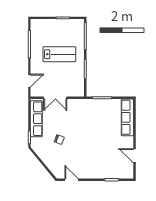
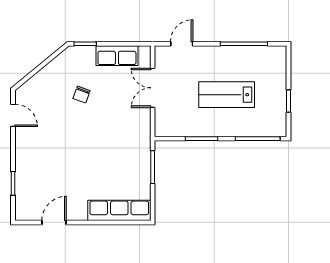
lab bench: (59, 54) -> (227, 95), turned 90
door: (29, 81) -> (182, 44), swing flipped
row of seats: (36, 119) -> (117, 56), width x0.68
door: (71, 180) -> (13, 115), hinge flipped

